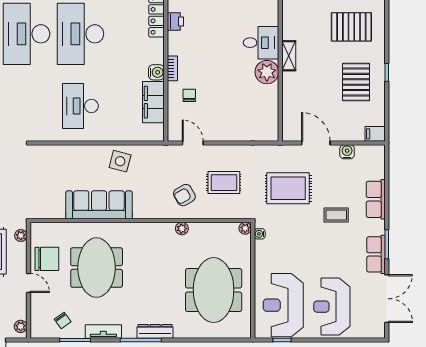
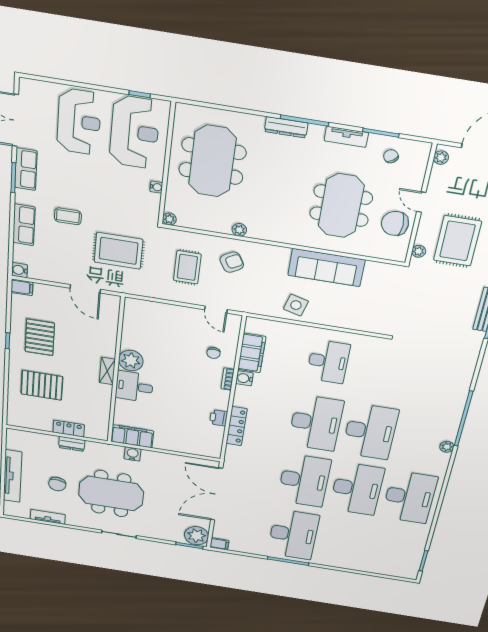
water cooler: (347, 152) -> (19, 270), moved, turned 90
rug: (224, 183) -> (187, 267), turned 90
water cooler: (260, 234) -> (156, 187), moved

